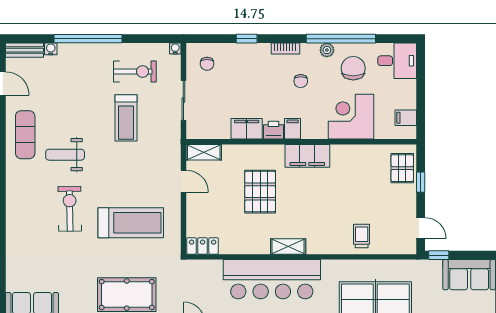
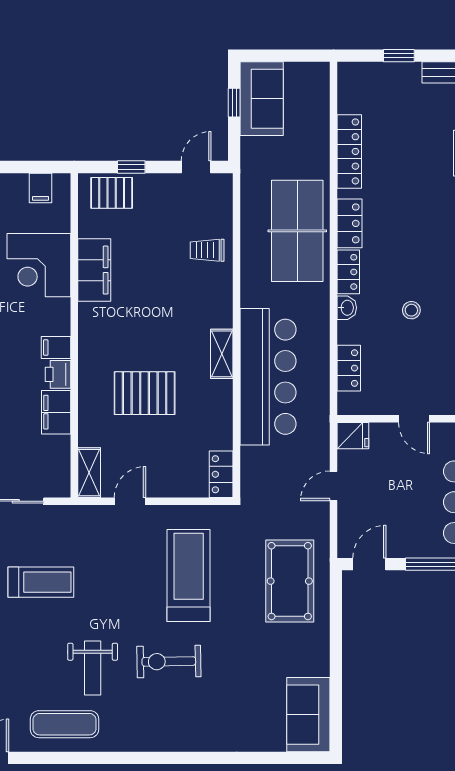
filing cabinet: (307, 156) -> (94, 270), moved
window: (439, 255) -> (234, 103), moved

